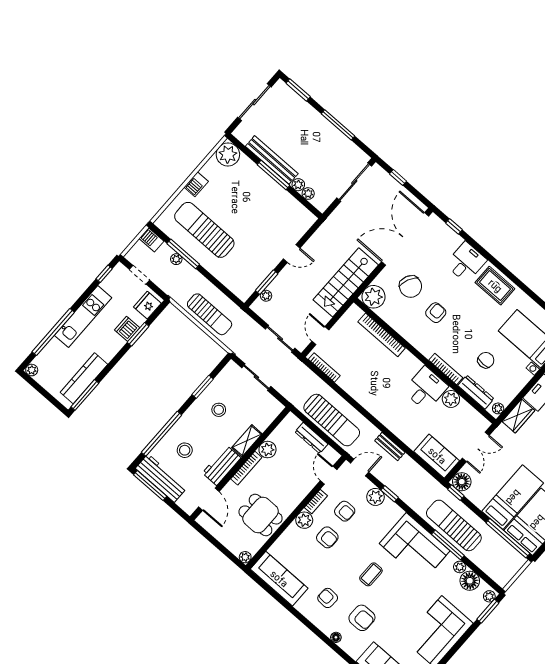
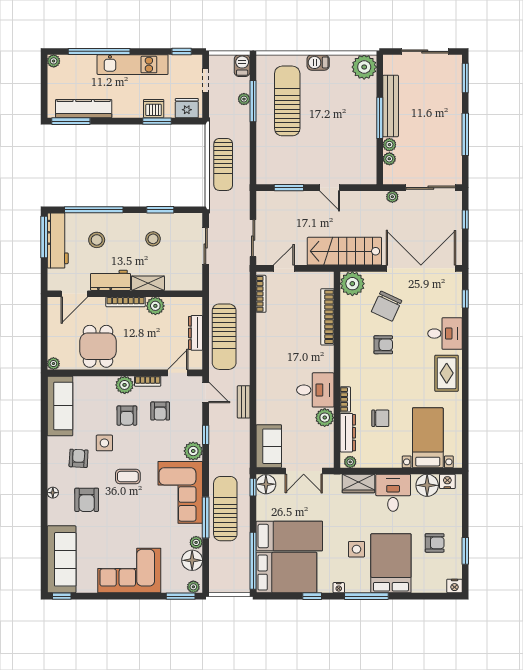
plant: (266, 296) -> (392, 197), moved
bookcase: (446, 369) -> (345, 399), width x0.64
plant: (375, 497) -> (193, 451), moved
side table: (333, 570) -> (104, 443), added

